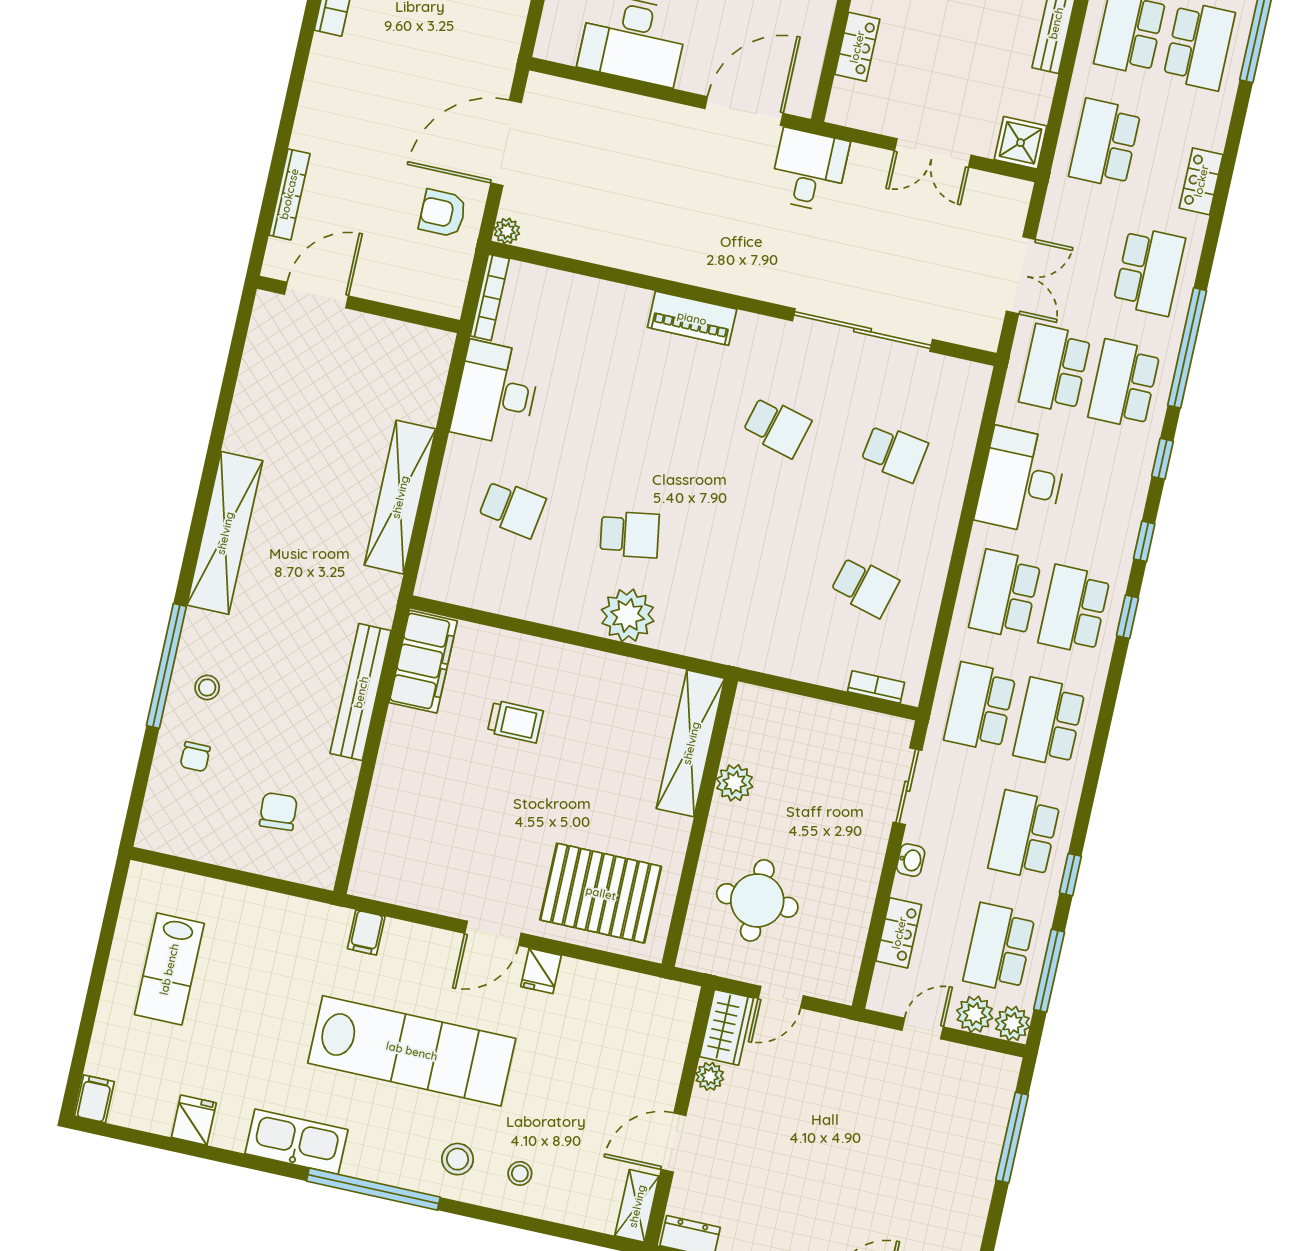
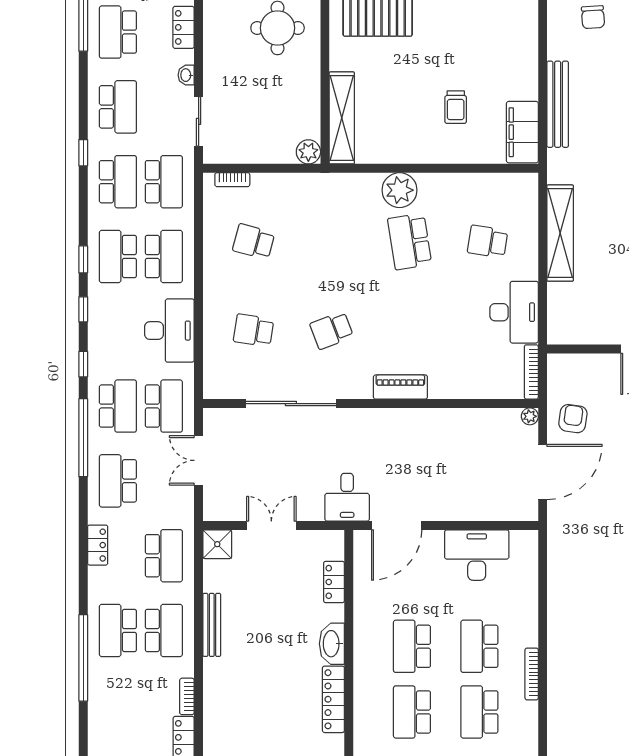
armchair: (443, 213) -> (573, 419), turned -82
school desk: (777, 427) -> (332, 330), turned -36
school desk: (630, 535) -> (410, 242), width x1.85
school desk: (1074, 609) -> (118, 256), turned 180
trolley: (515, 722) -> (456, 107), turned -90
plant: (735, 783) -> (308, 152), moved
window: (1070, 875) -> (83, 153), moved
school desk: (999, 948) -> (118, 32), turned 180

